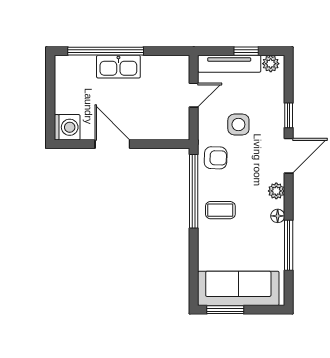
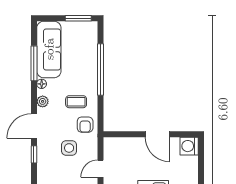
armchair: (216, 158) -> (85, 125), turned -92
window: (194, 191) -> (100, 70), moved
coffee table: (220, 210) -> (76, 102), moved
sofa: (238, 288) -> (49, 49), moved, turned -90

